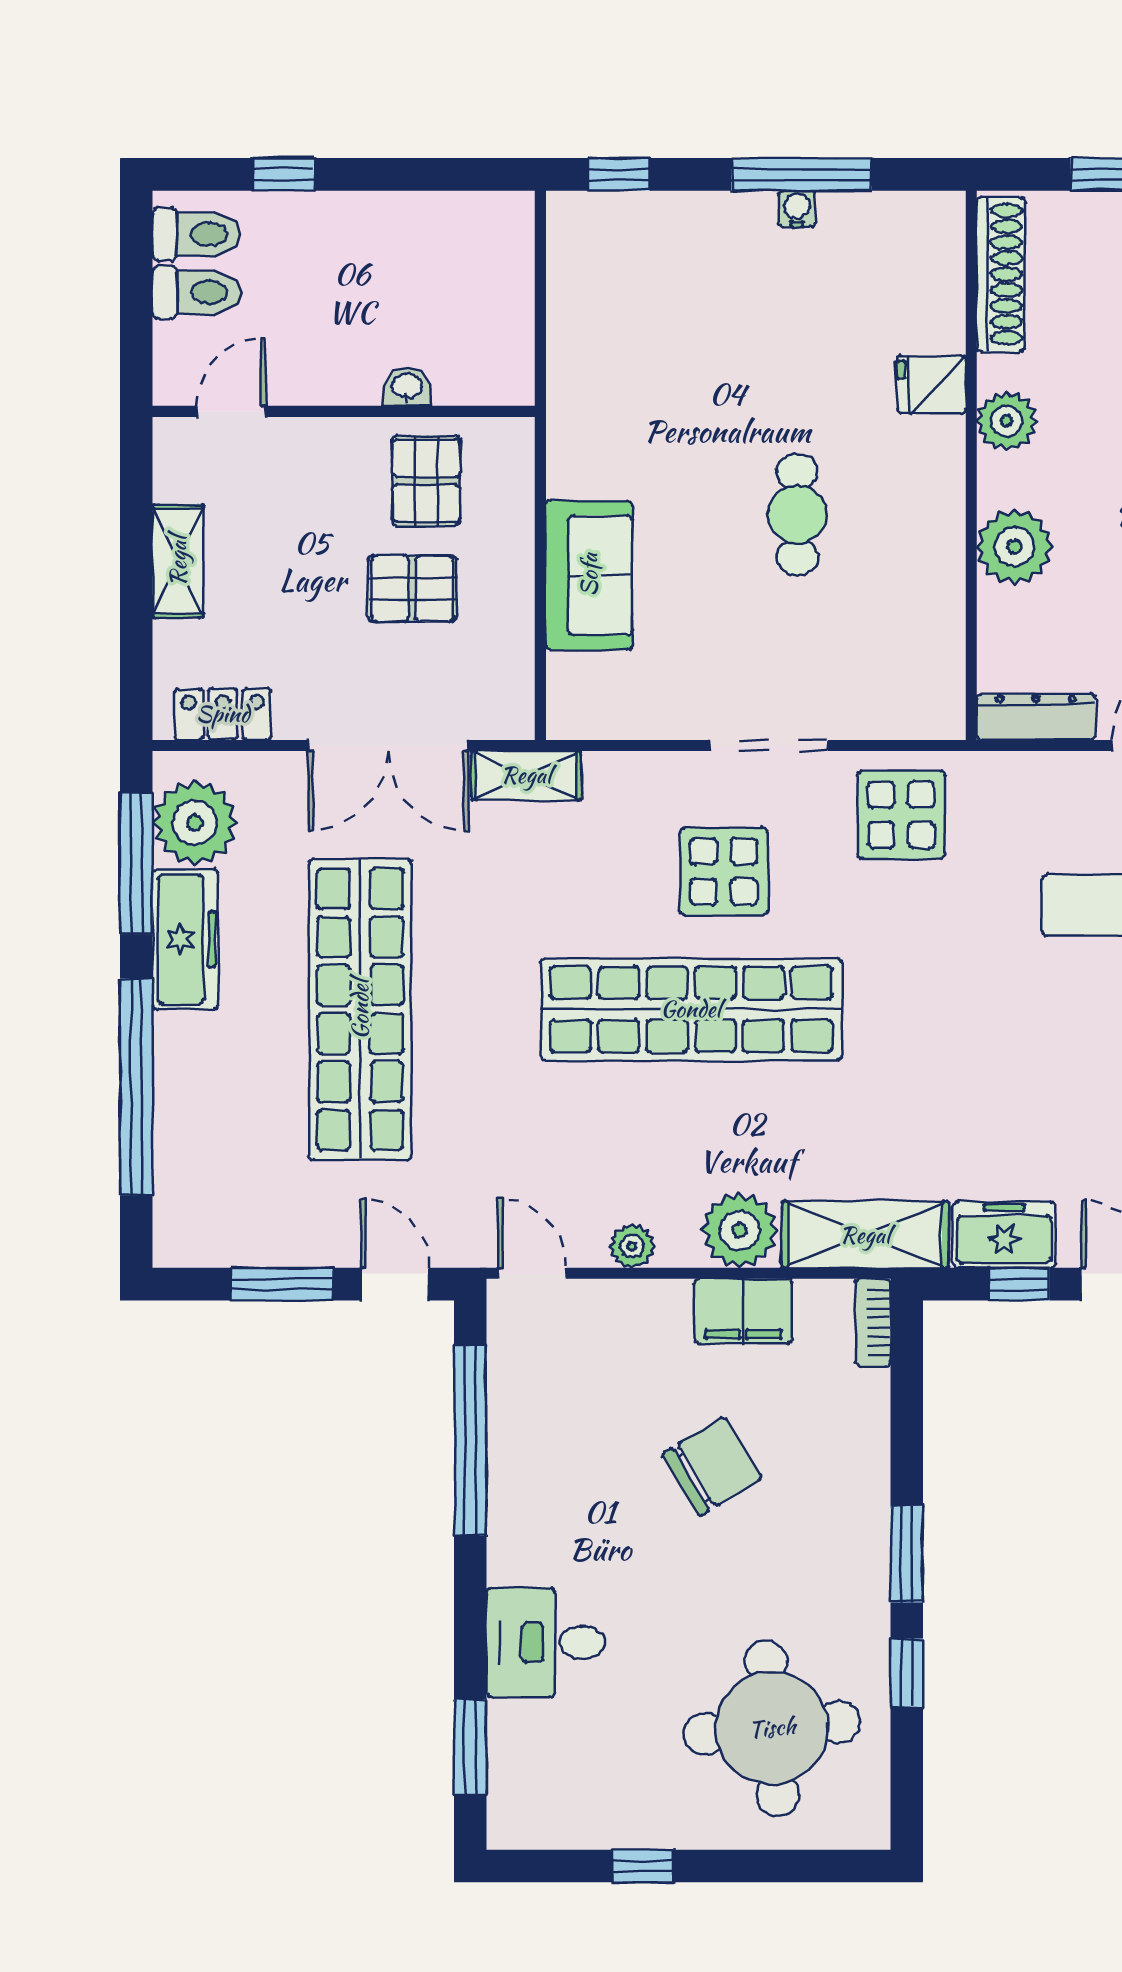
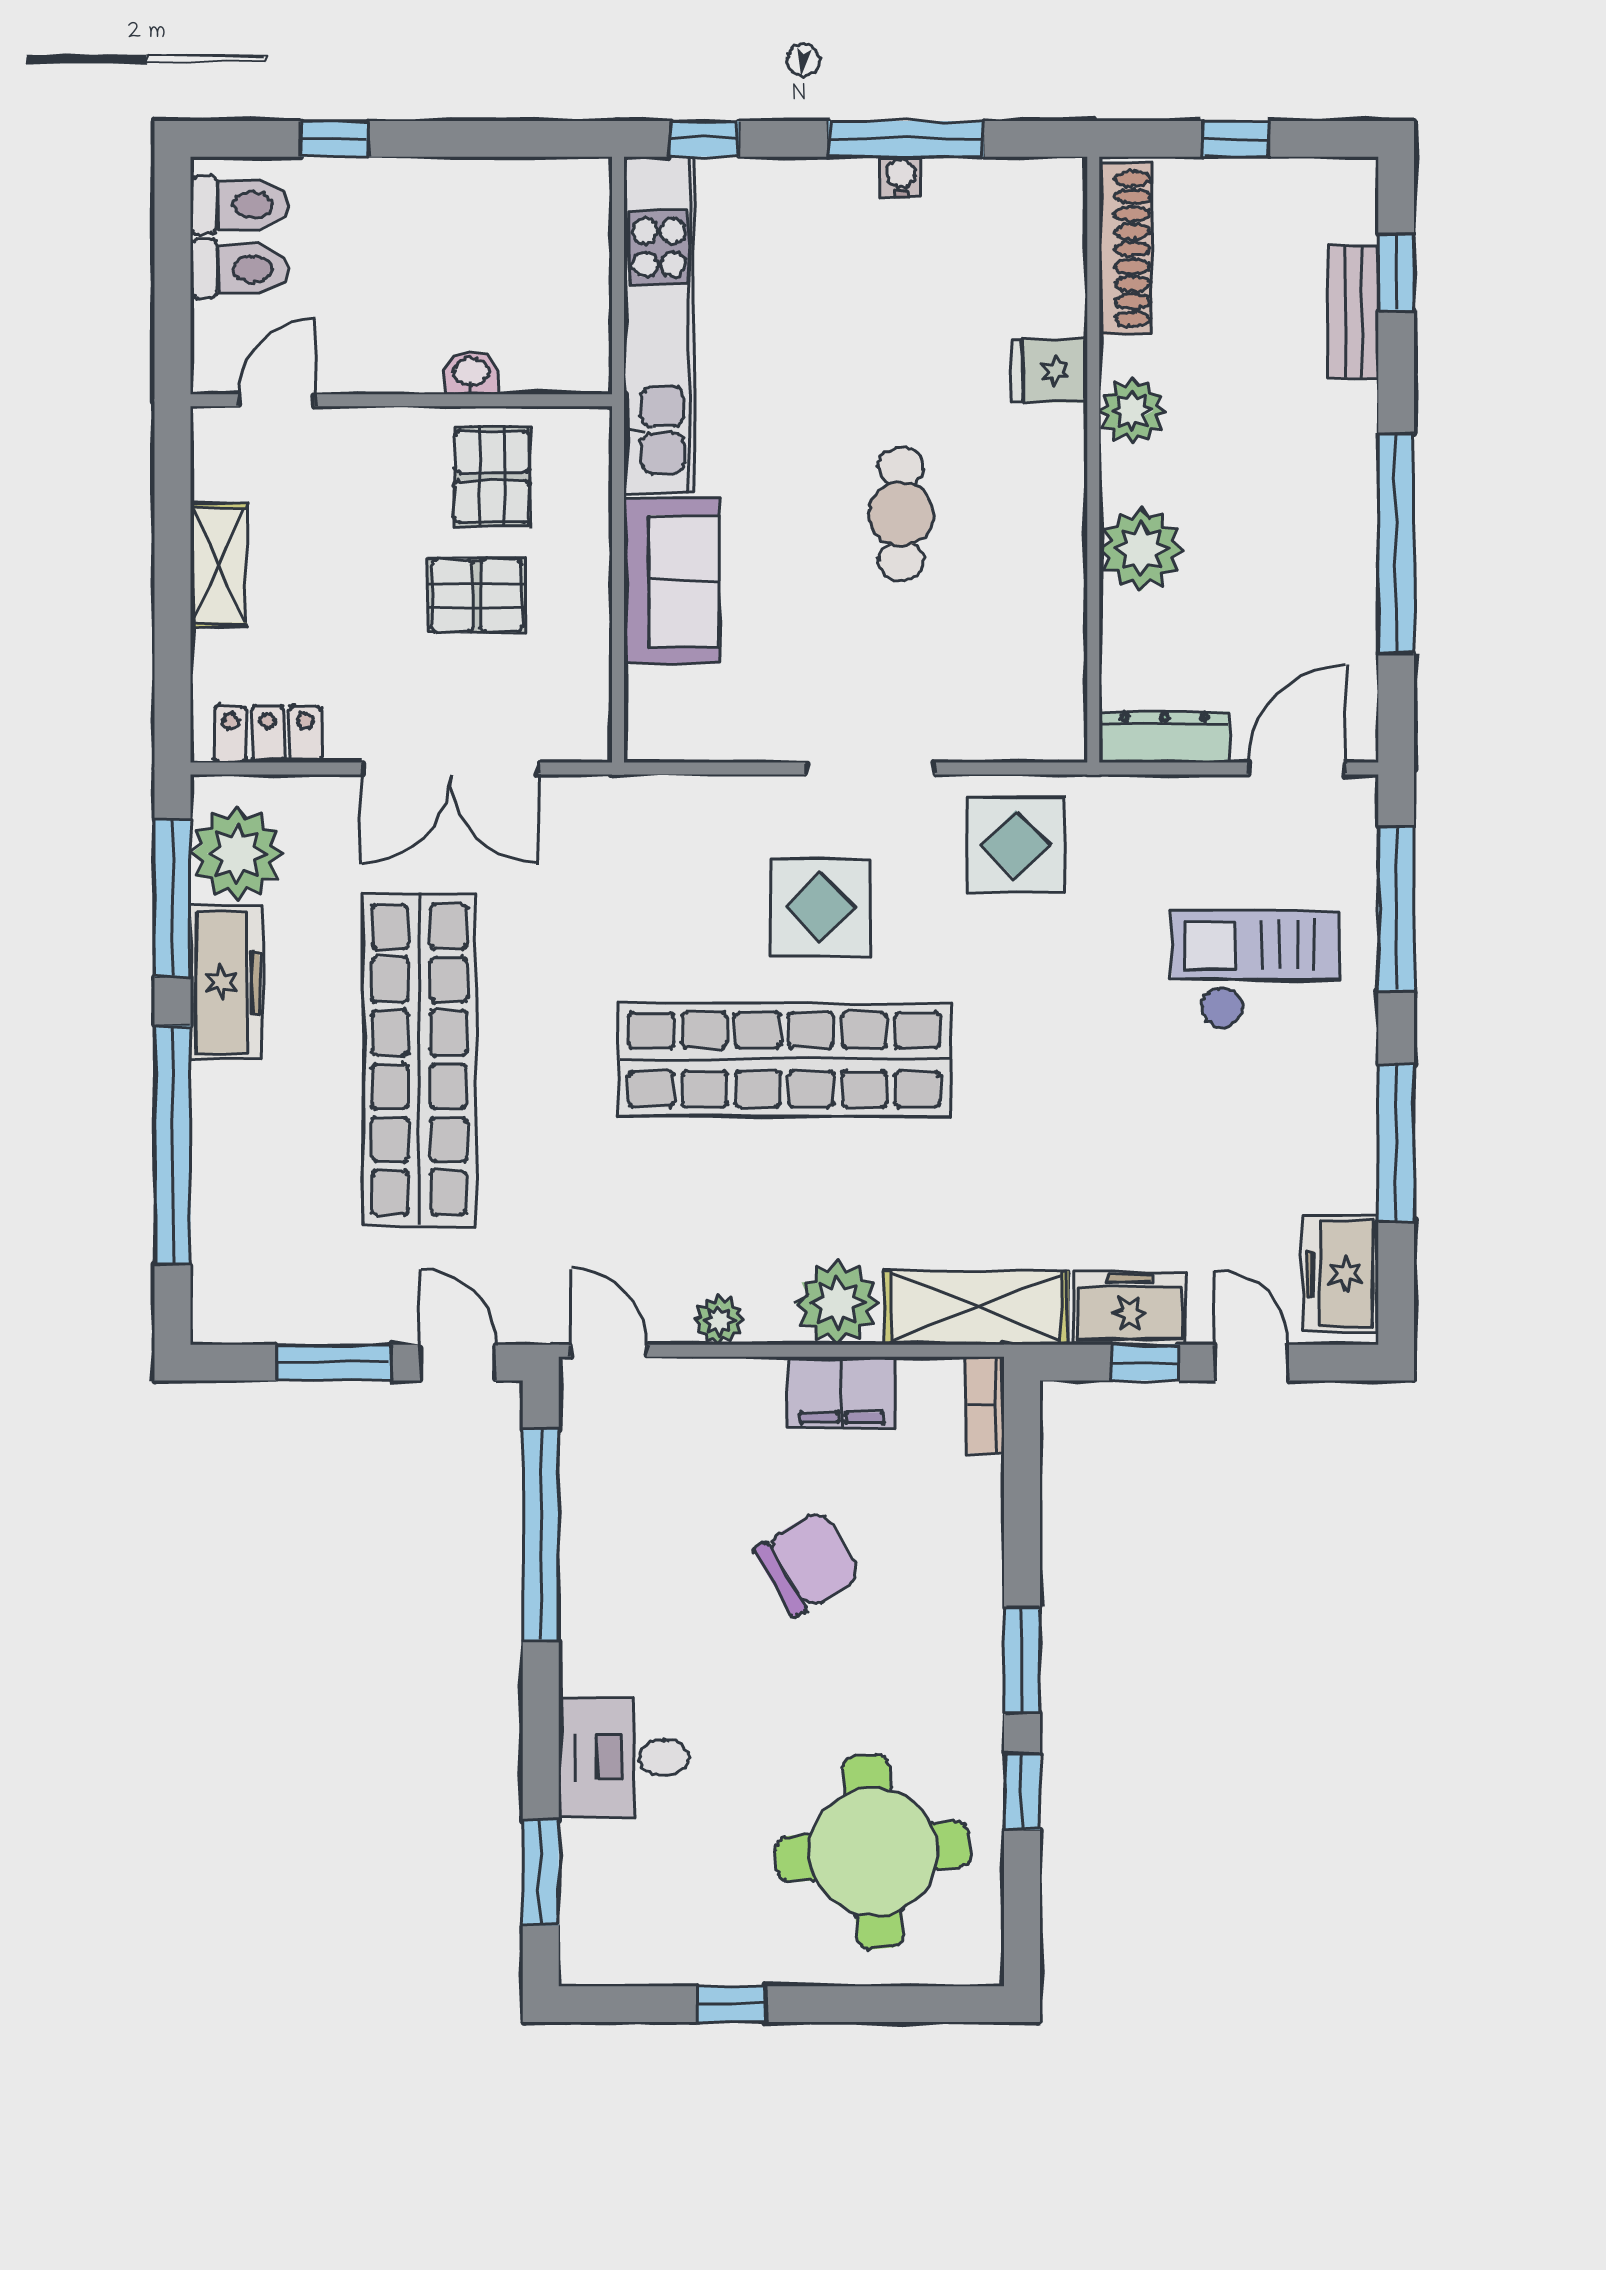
kitchen unit: (577, 343) -> (659, 325), added
shelving: (526, 775) -> (602, 802), removed

